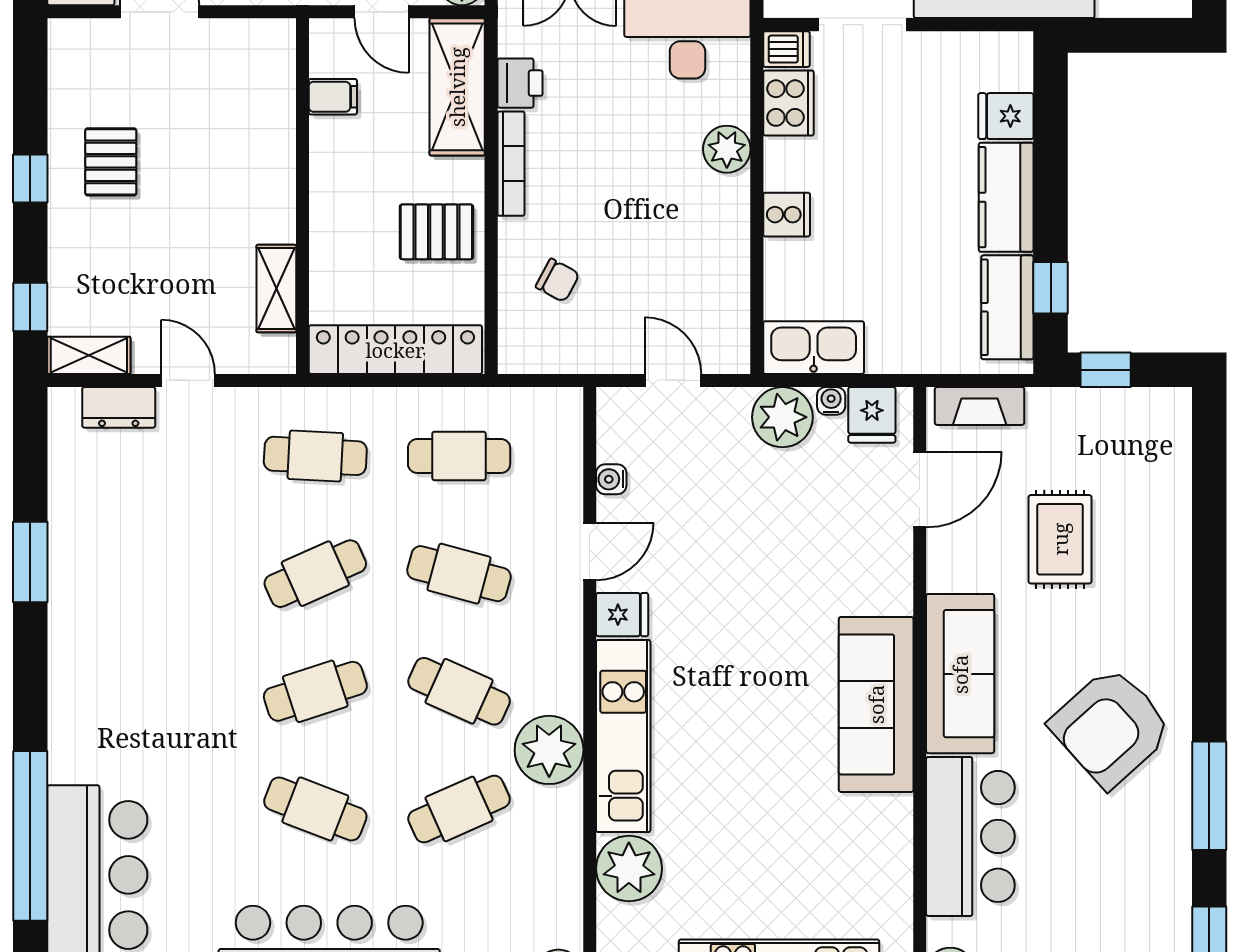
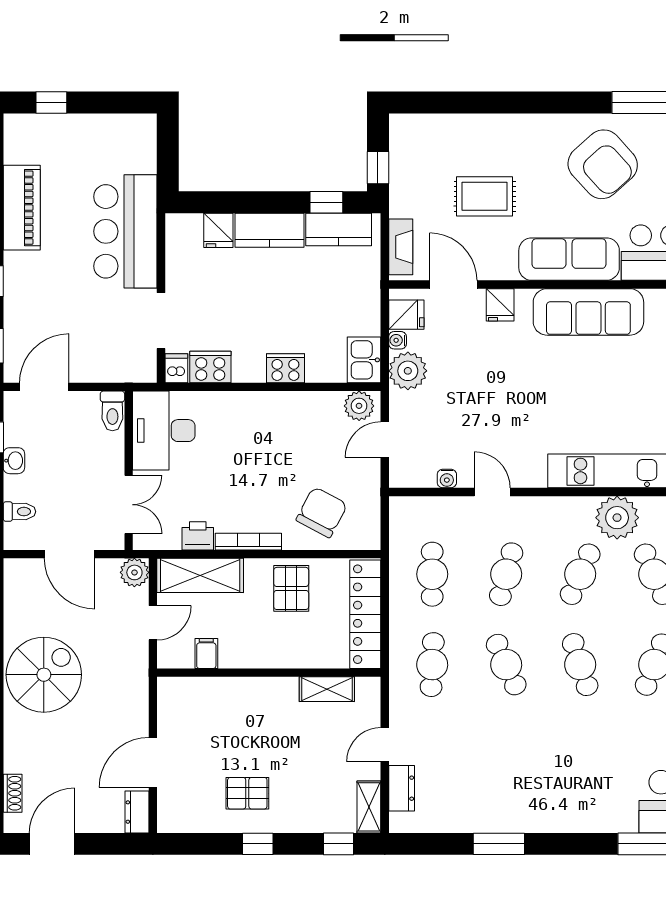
plant: (727, 149) -> (359, 406), moved
cooker: (787, 215) -> (285, 368), width x1.36
chair: (558, 280) -> (322, 512), width x1.87, depth x1.87
kitchen sink: (814, 348) -> (364, 360), width x0.73
fridge: (622, 615) -> (500, 305), moved, turned 180

